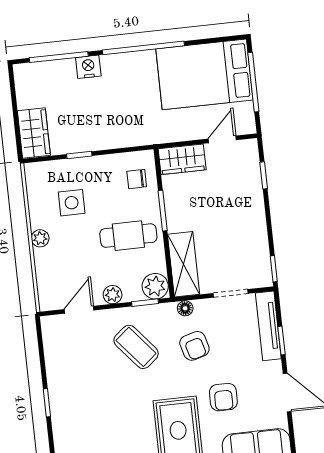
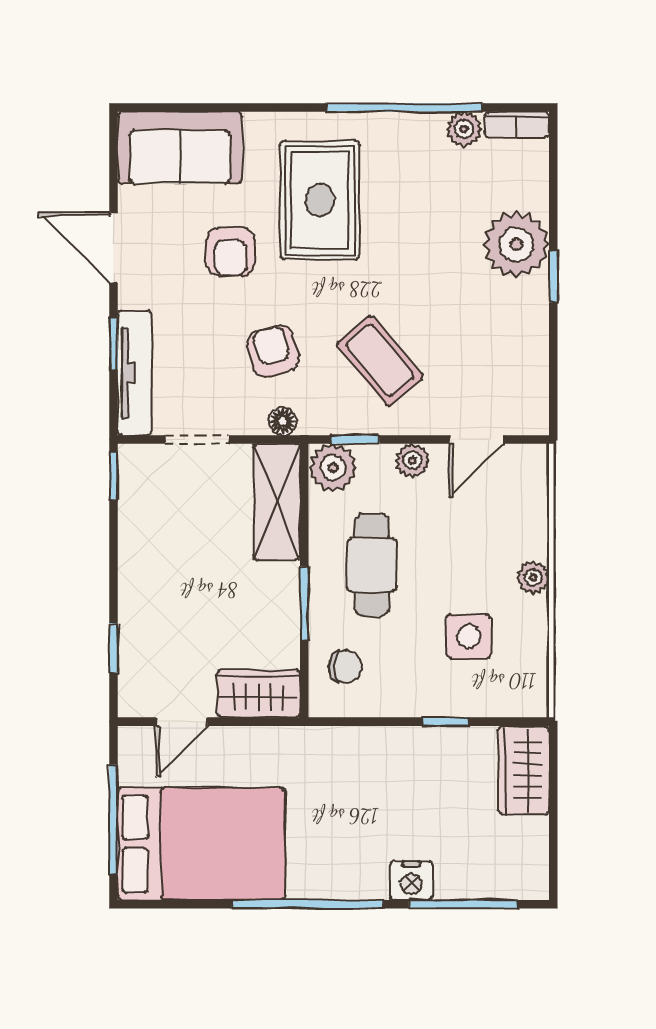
cafe table: (128, 236) -> (372, 565), turned 90
armchair: (223, 397) -> (231, 252), turned 180
plant: (69, 418) -> (516, 245), added

